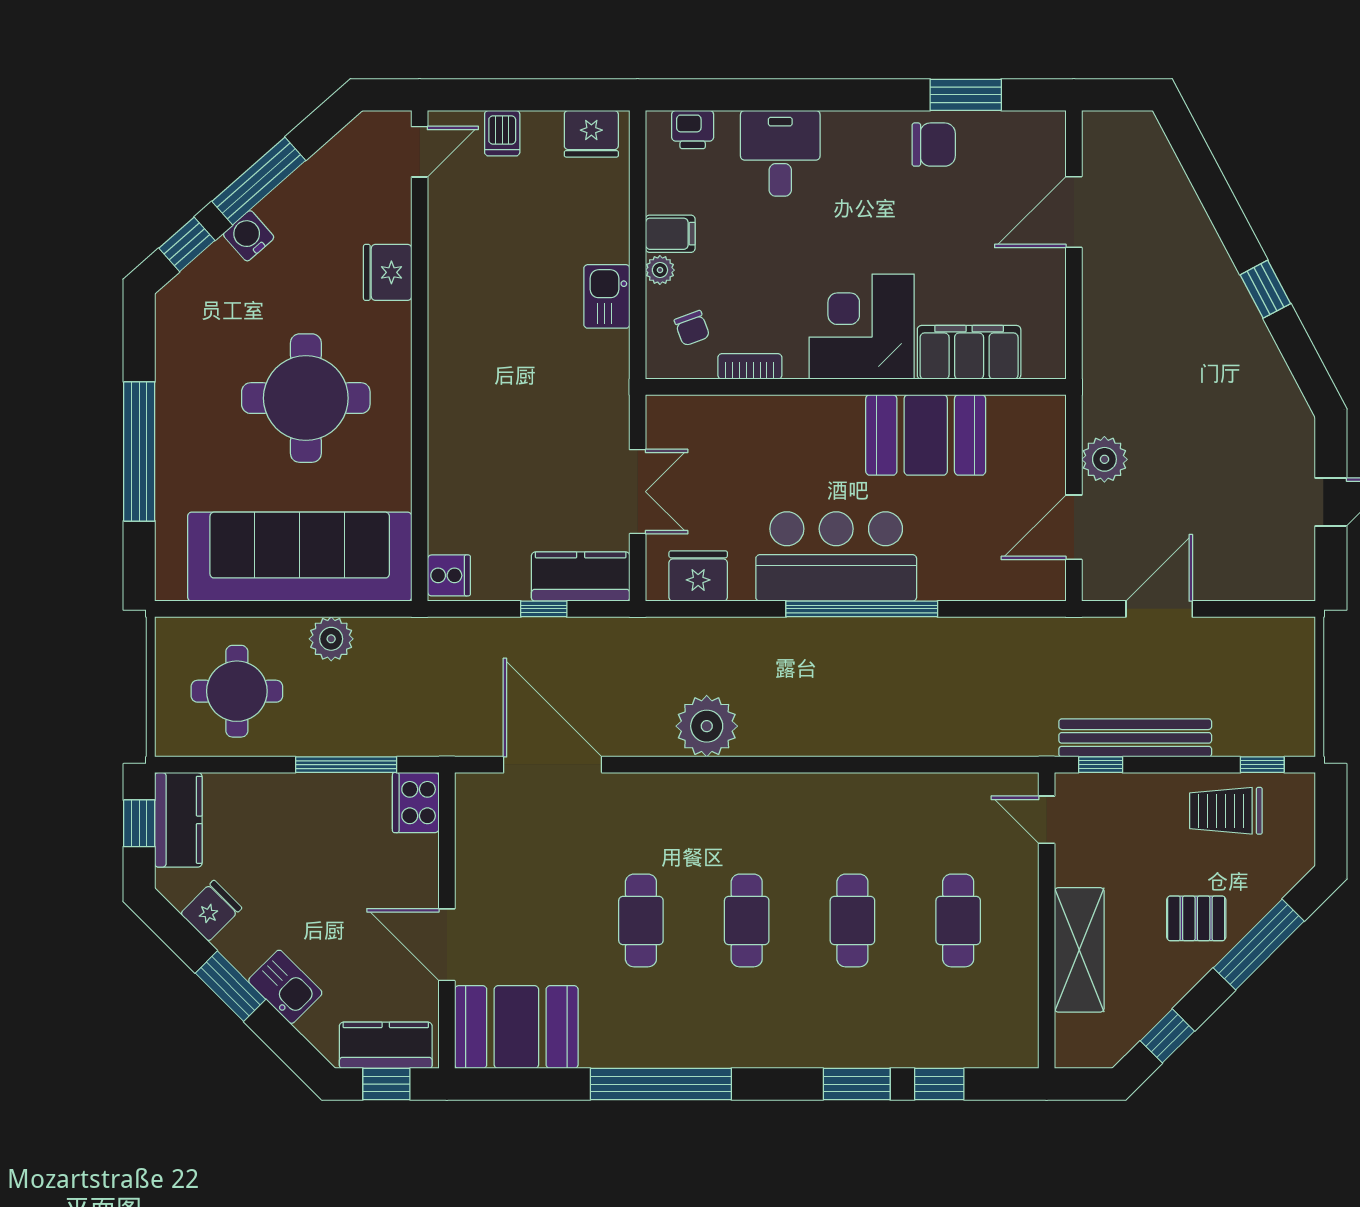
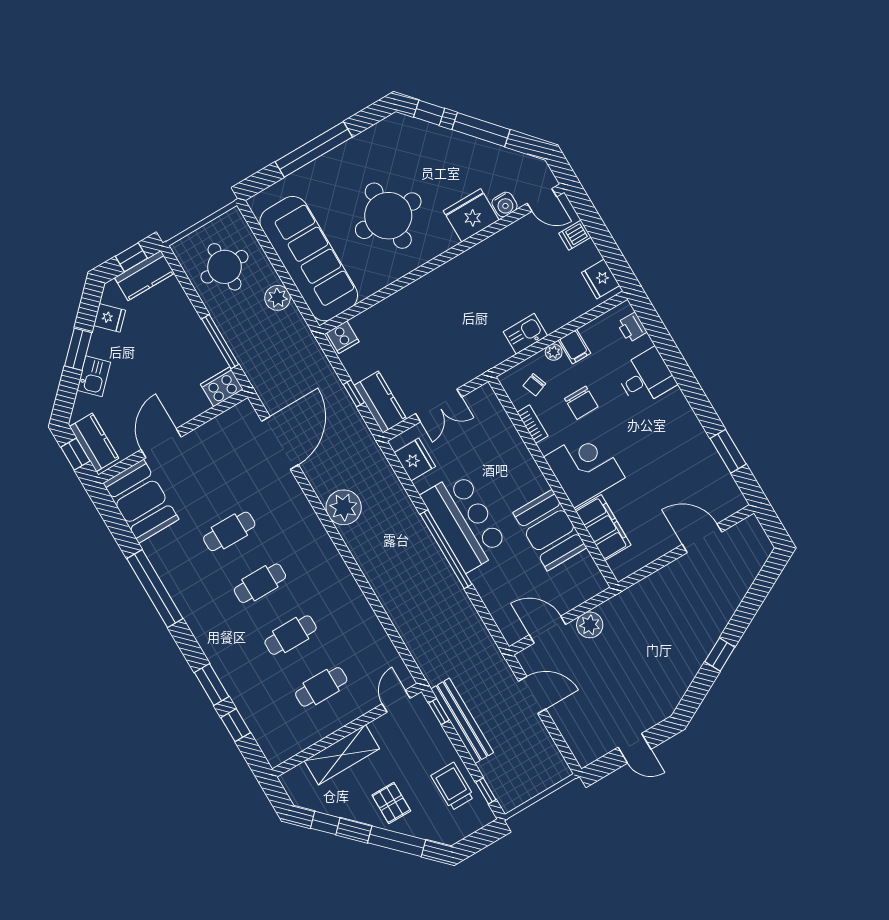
chair: (934, 145) -> (581, 403), moved
water cooler: (249, 236) -> (505, 204), moved, turned 131
fridge: (388, 272) -> (471, 215), width x1.36, depth x1.34

